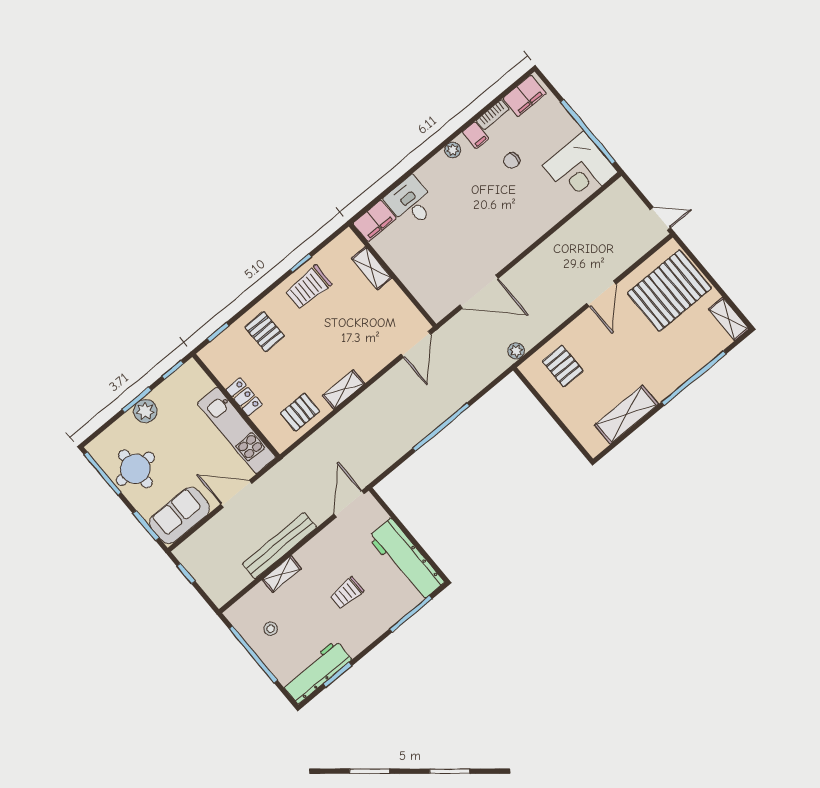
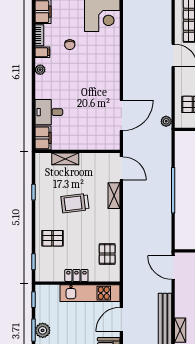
trolley: (308, 287) -> (75, 203), moved, turned 83
shelving: (344, 390) -> (114, 196), moved

